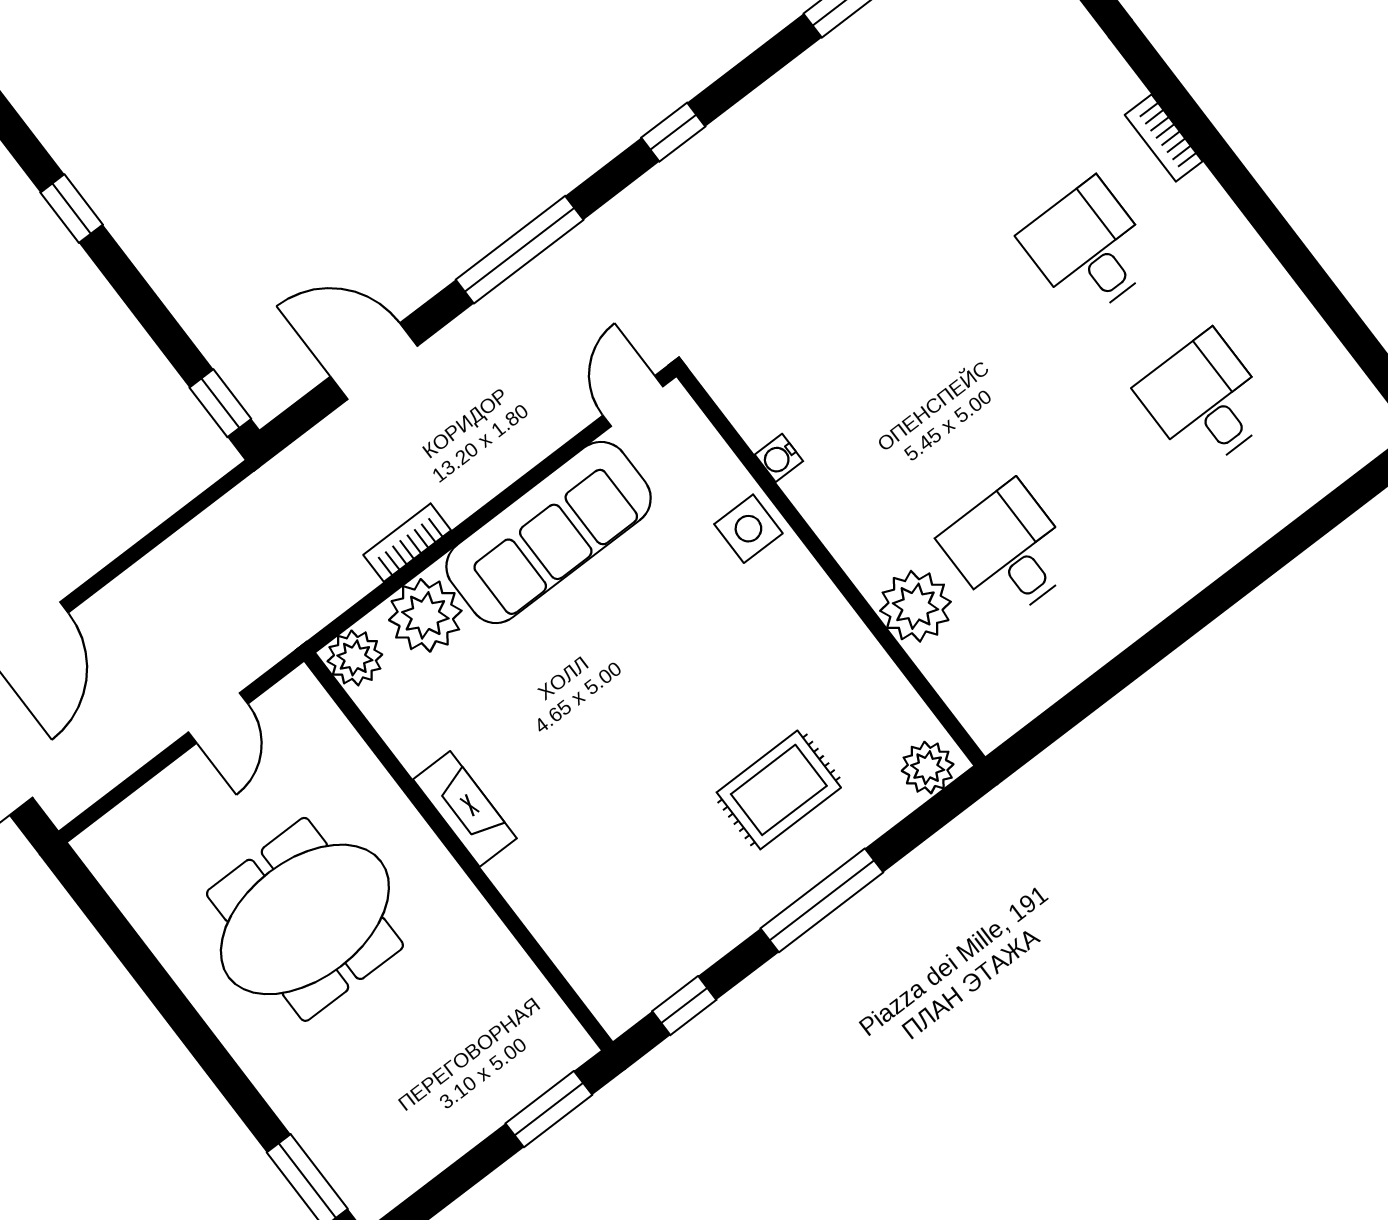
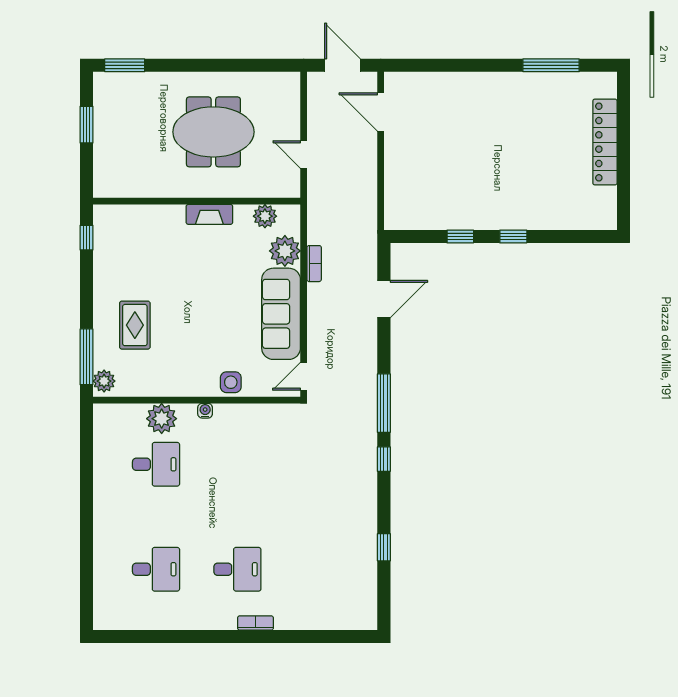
window: (520, 250) -> (384, 403), moved
door: (633, 401) -> (304, 376), swing flipped
window: (220, 403) -> (460, 236), moved
water cooler: (779, 458) -> (205, 411), moved
plant: (355, 658) -> (265, 216), moved
window: (822, 900) -> (87, 357), moved
meeting table: (305, 919) -> (213, 132), turned 90
window: (549, 1109) -> (87, 125), moved

